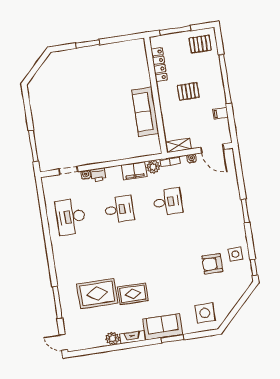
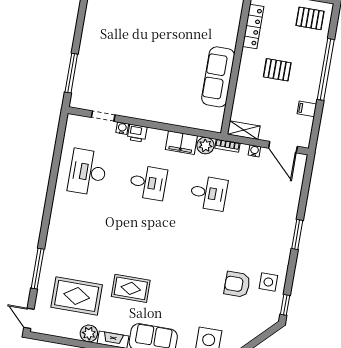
rug: (97, 294) -> (77, 296), moved

